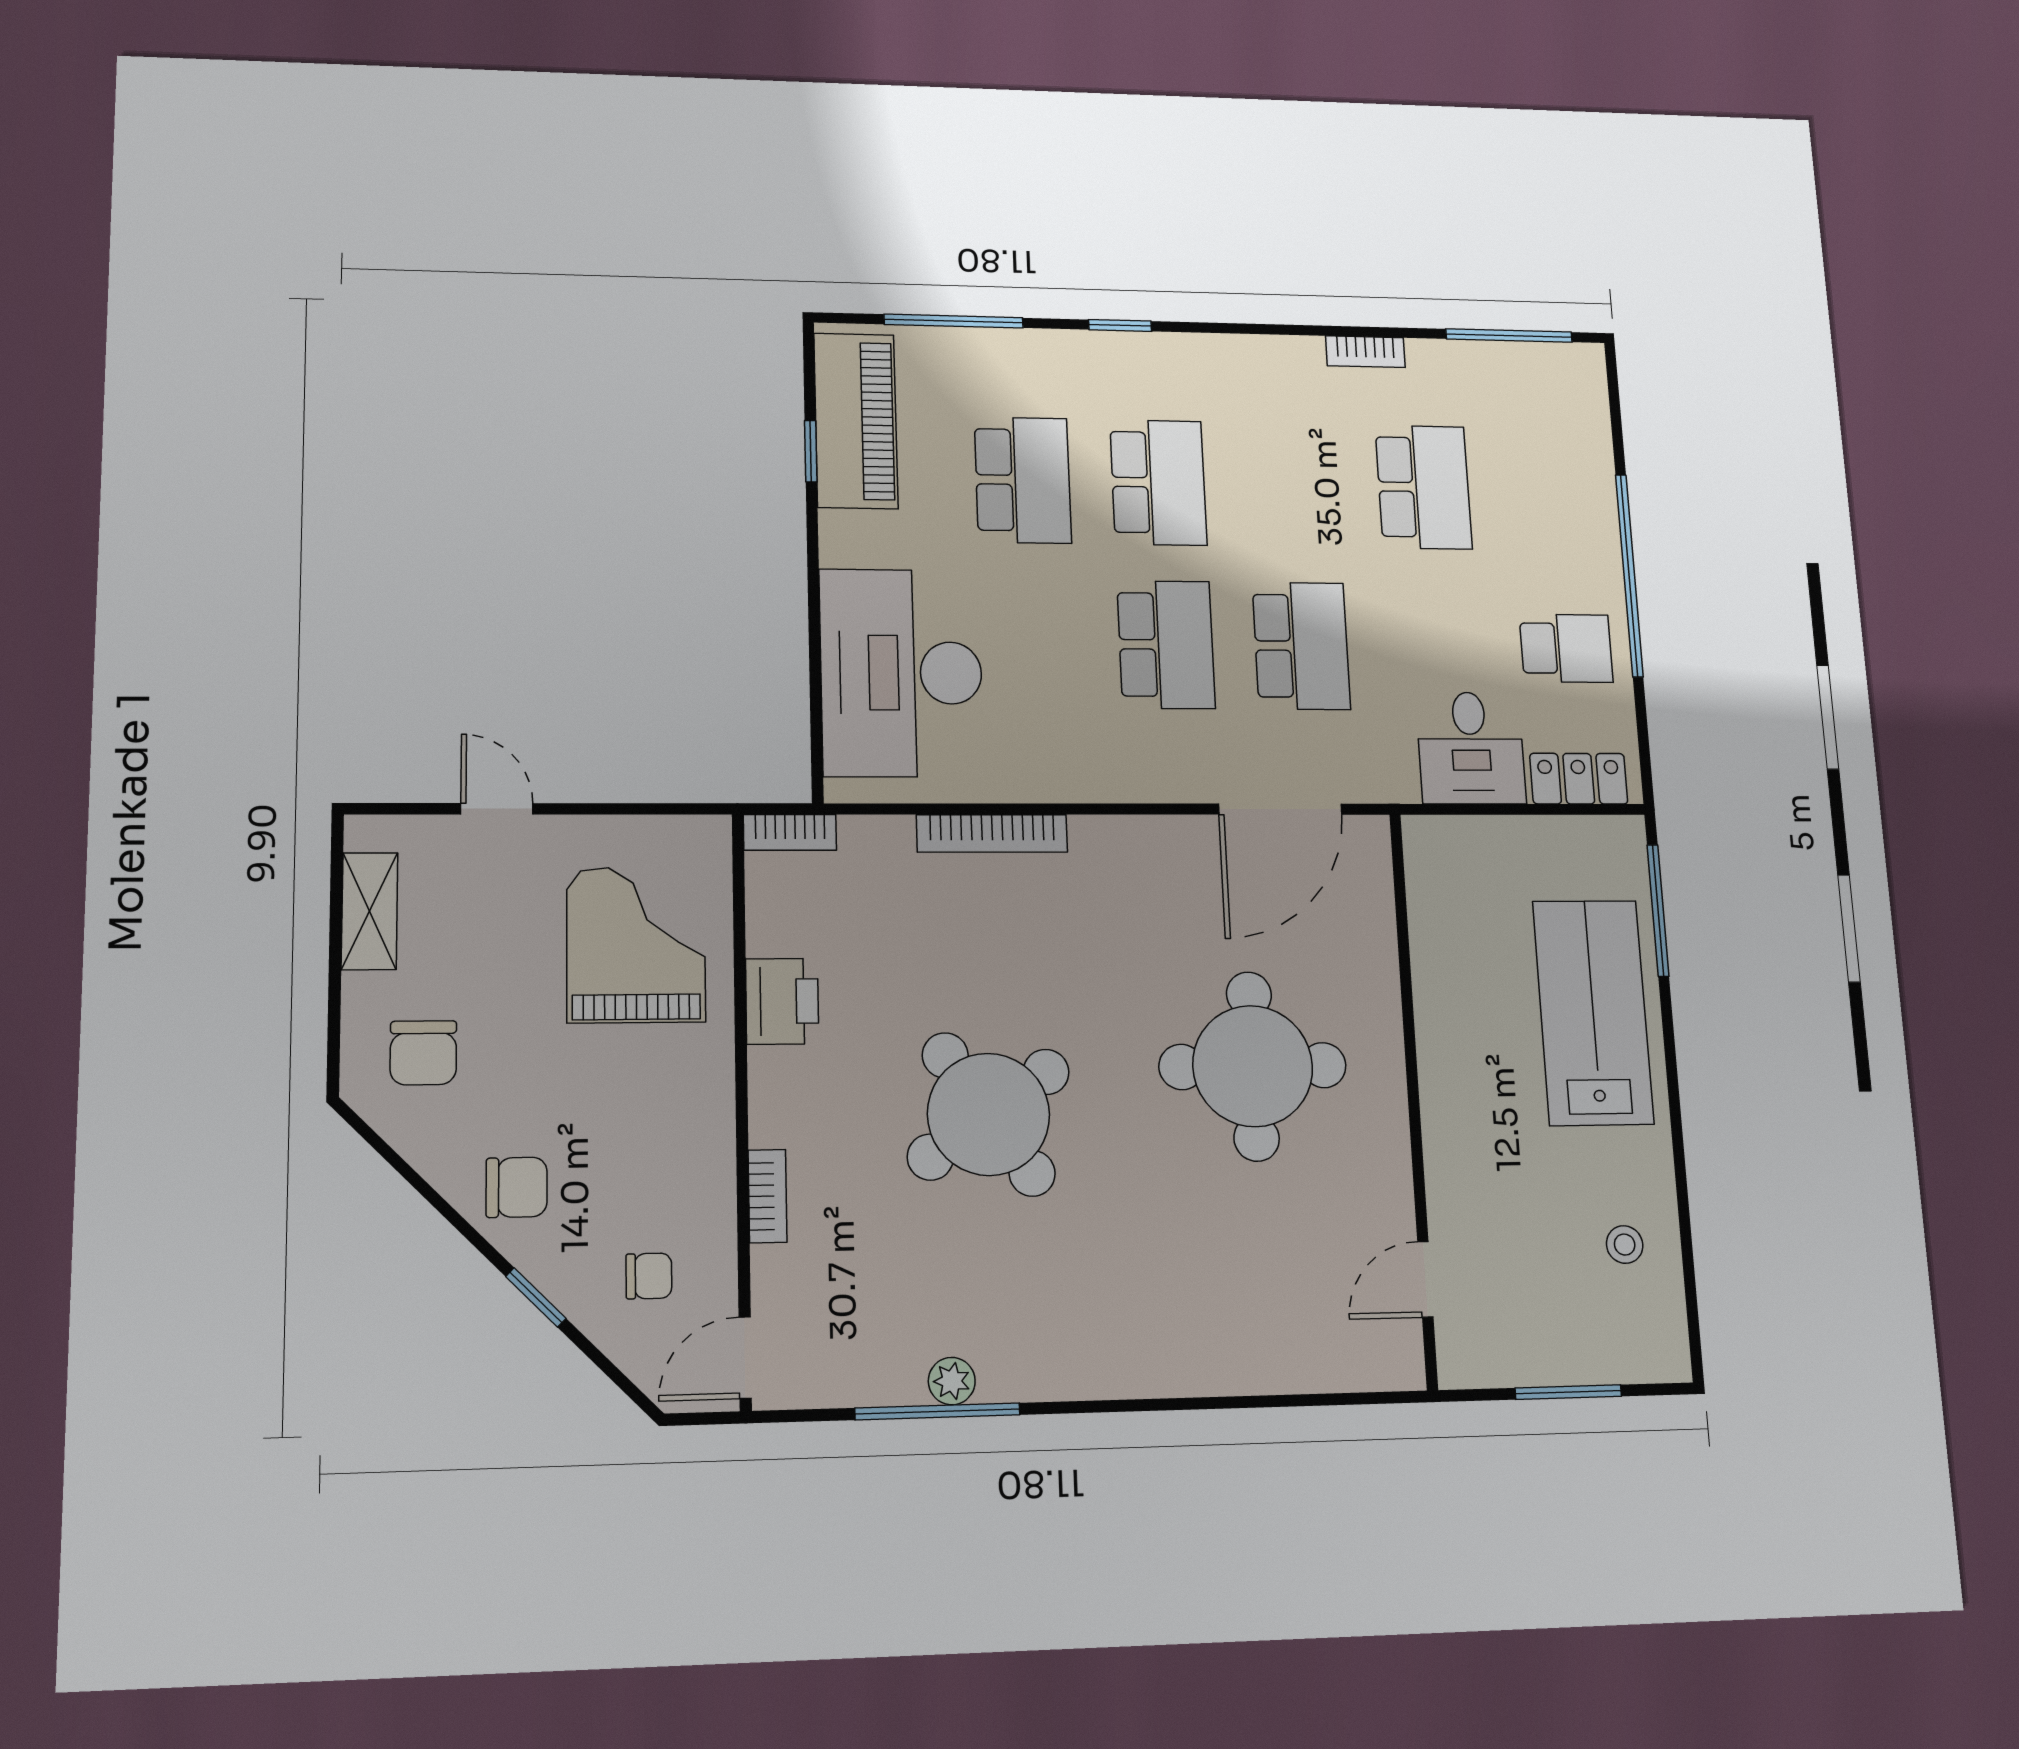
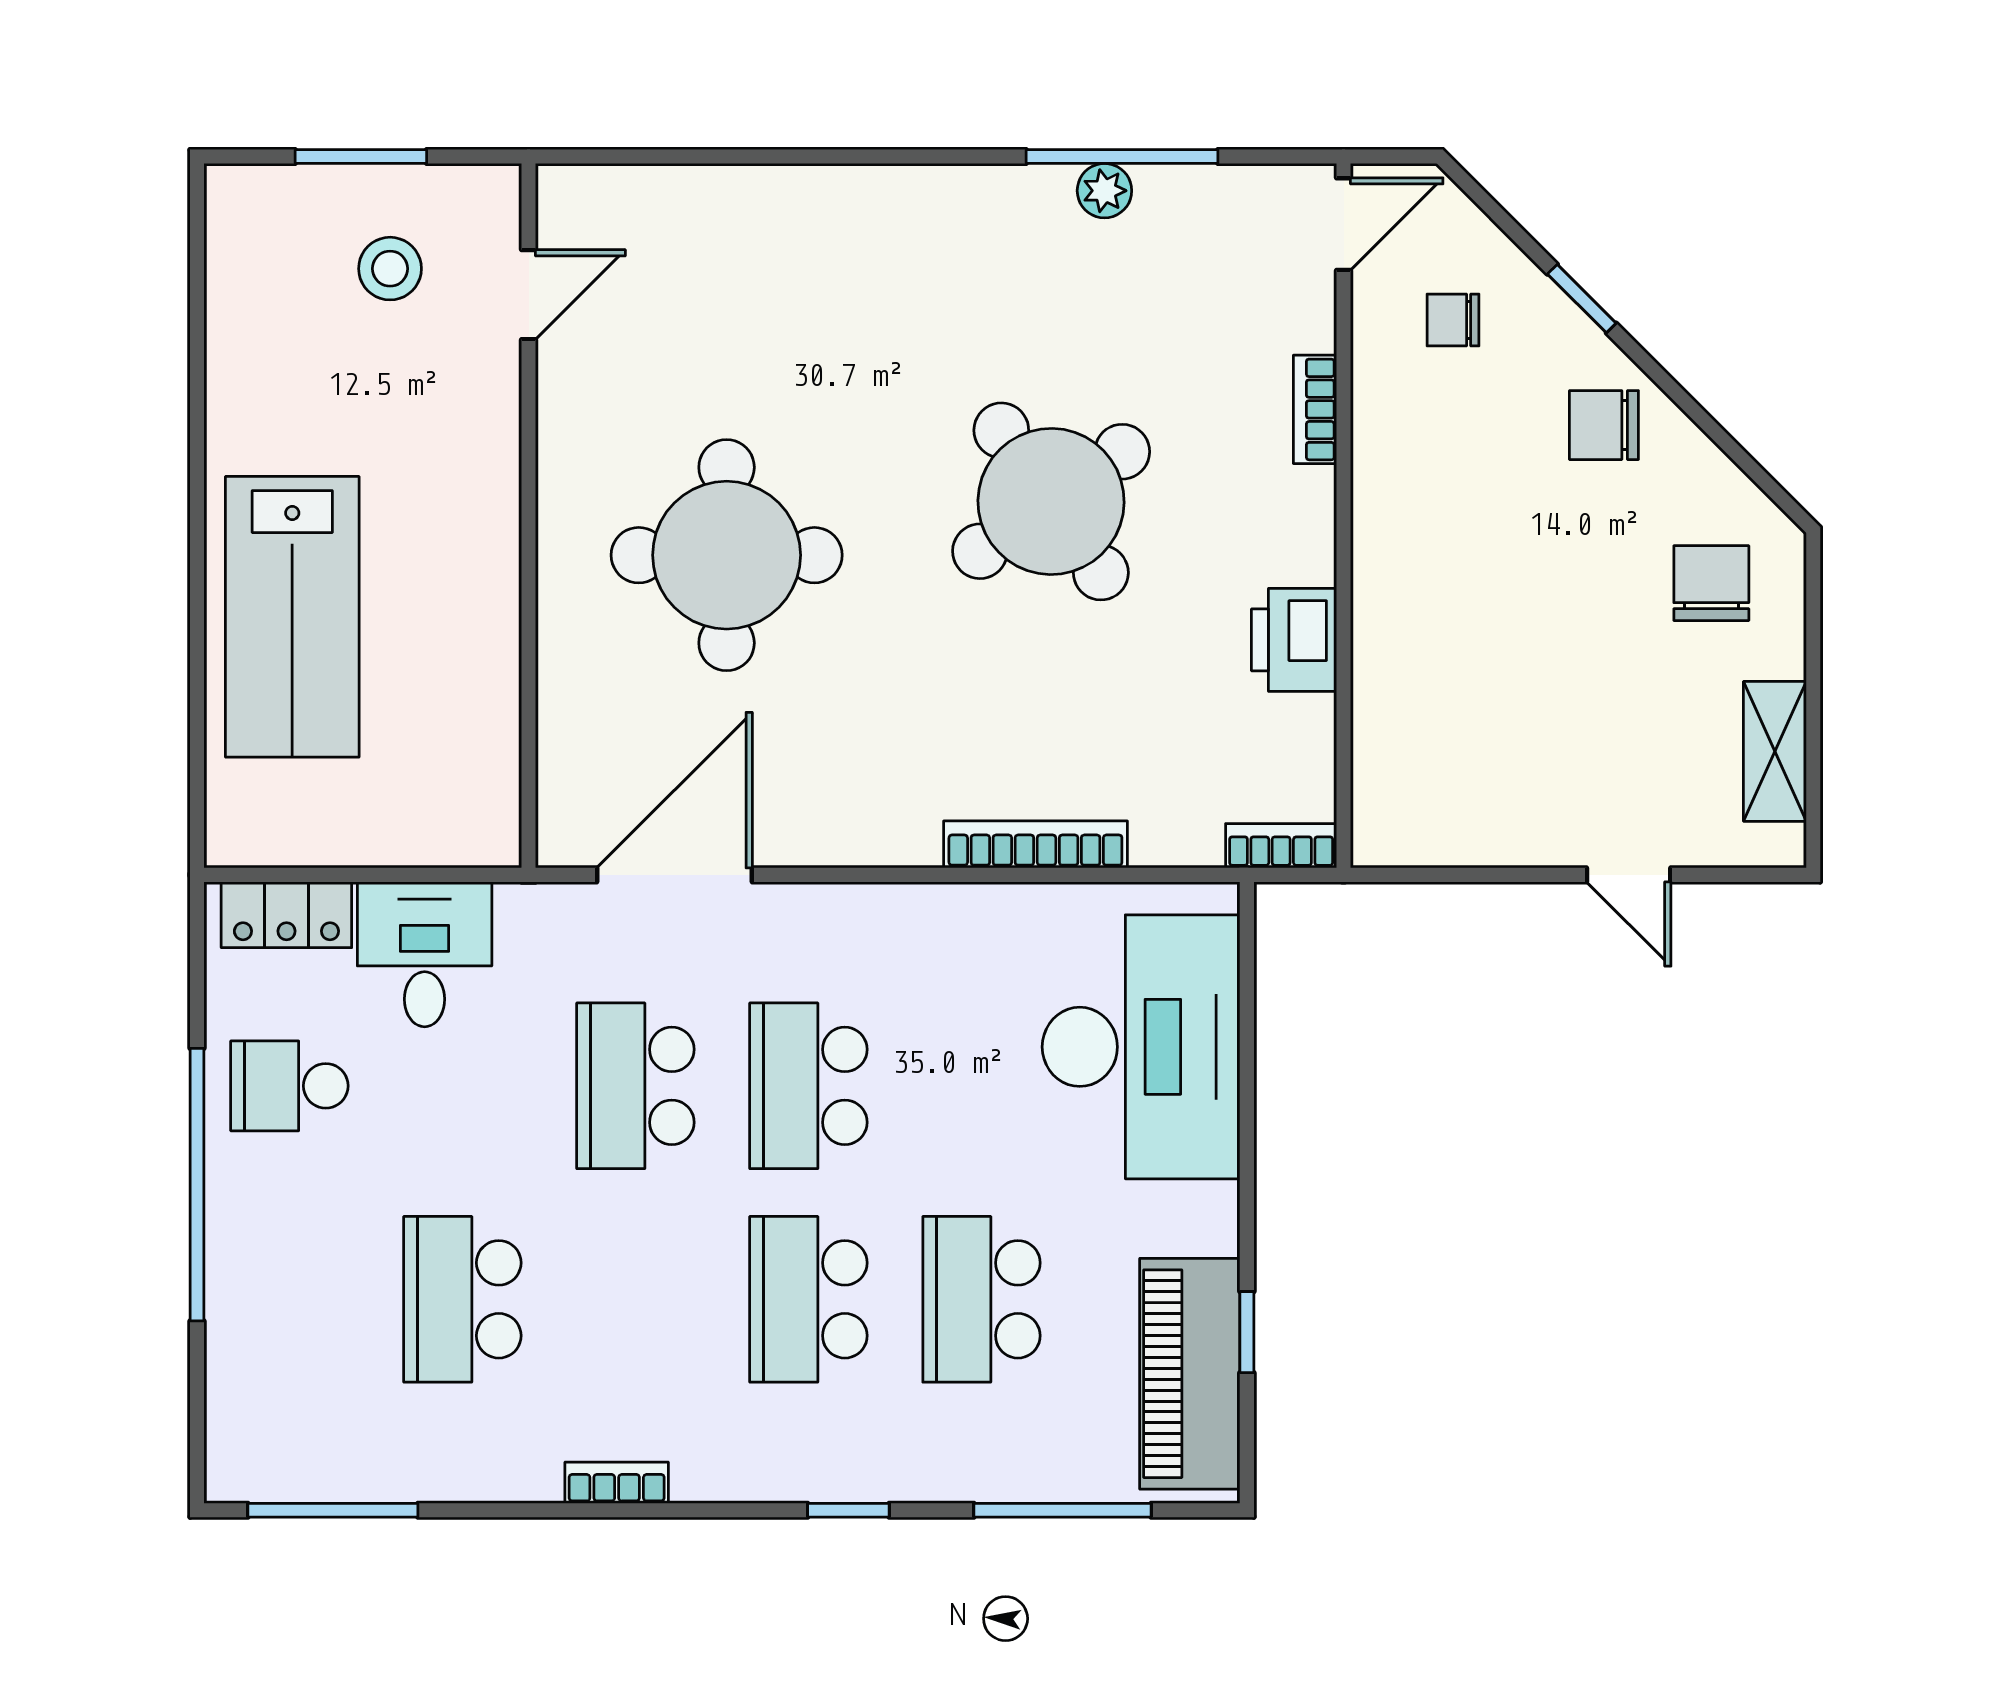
bookcase: (1365, 352) -> (617, 1483), moved
window: (1658, 910) -> (197, 745), removed
grand piano: (636, 945) -> (1466, 709), removed
stool: (1625, 1245) -> (390, 269), moved, width x1.37, depth x1.37

